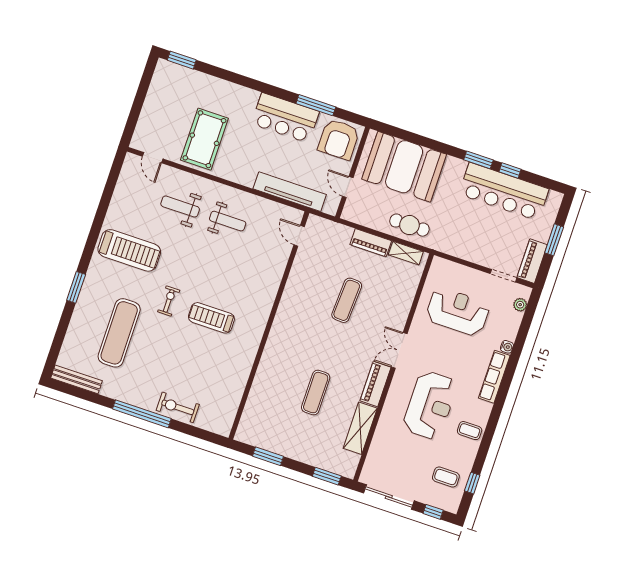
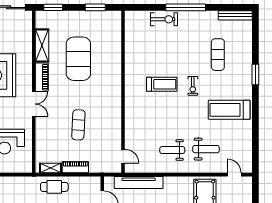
exercise mat: (119, 333) -> (218, 55), width x0.73, depth x0.69
exercise mat: (316, 393) -> (78, 59), width x2.00, depth x1.45

